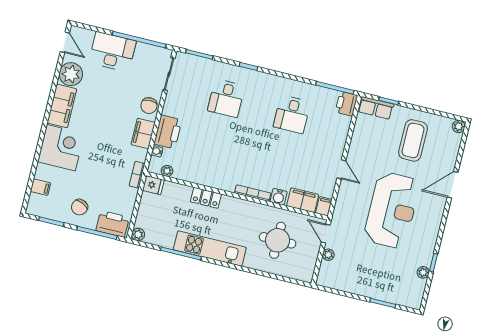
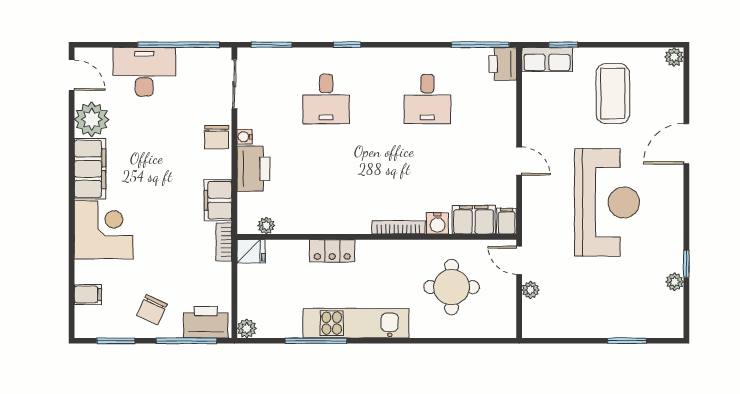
filing cabinet: (143, 134) -> (218, 200), moved
water cooler: (157, 151) -> (245, 137), moved

